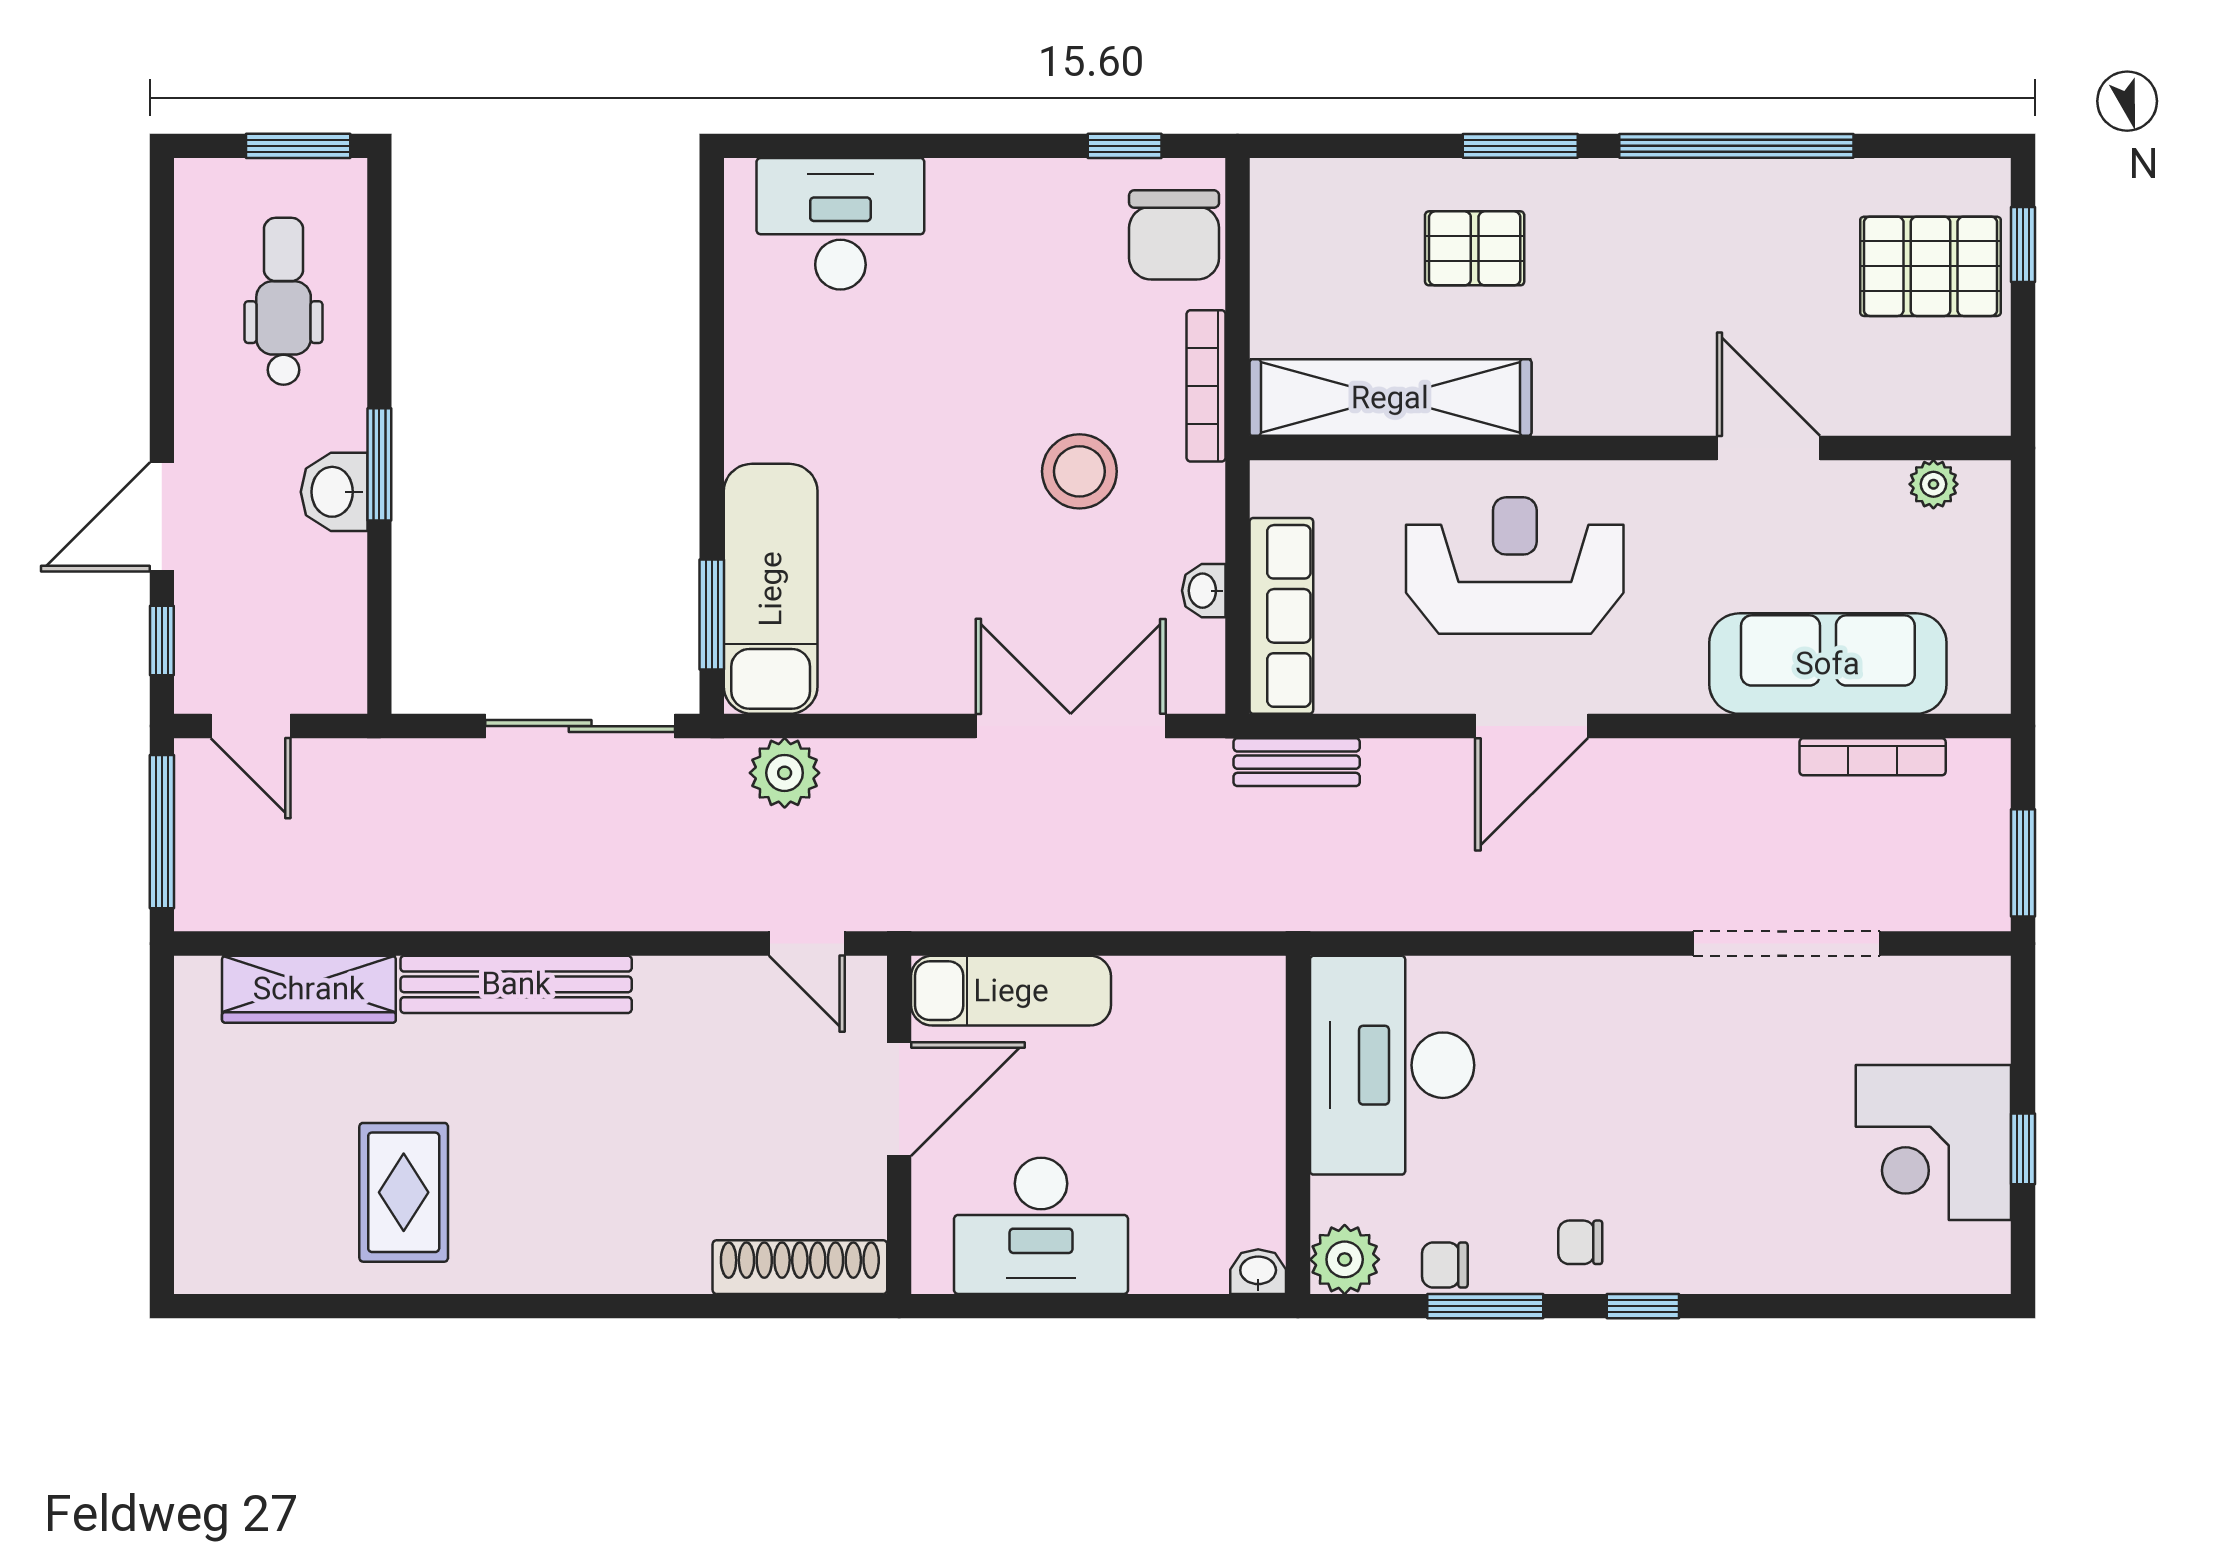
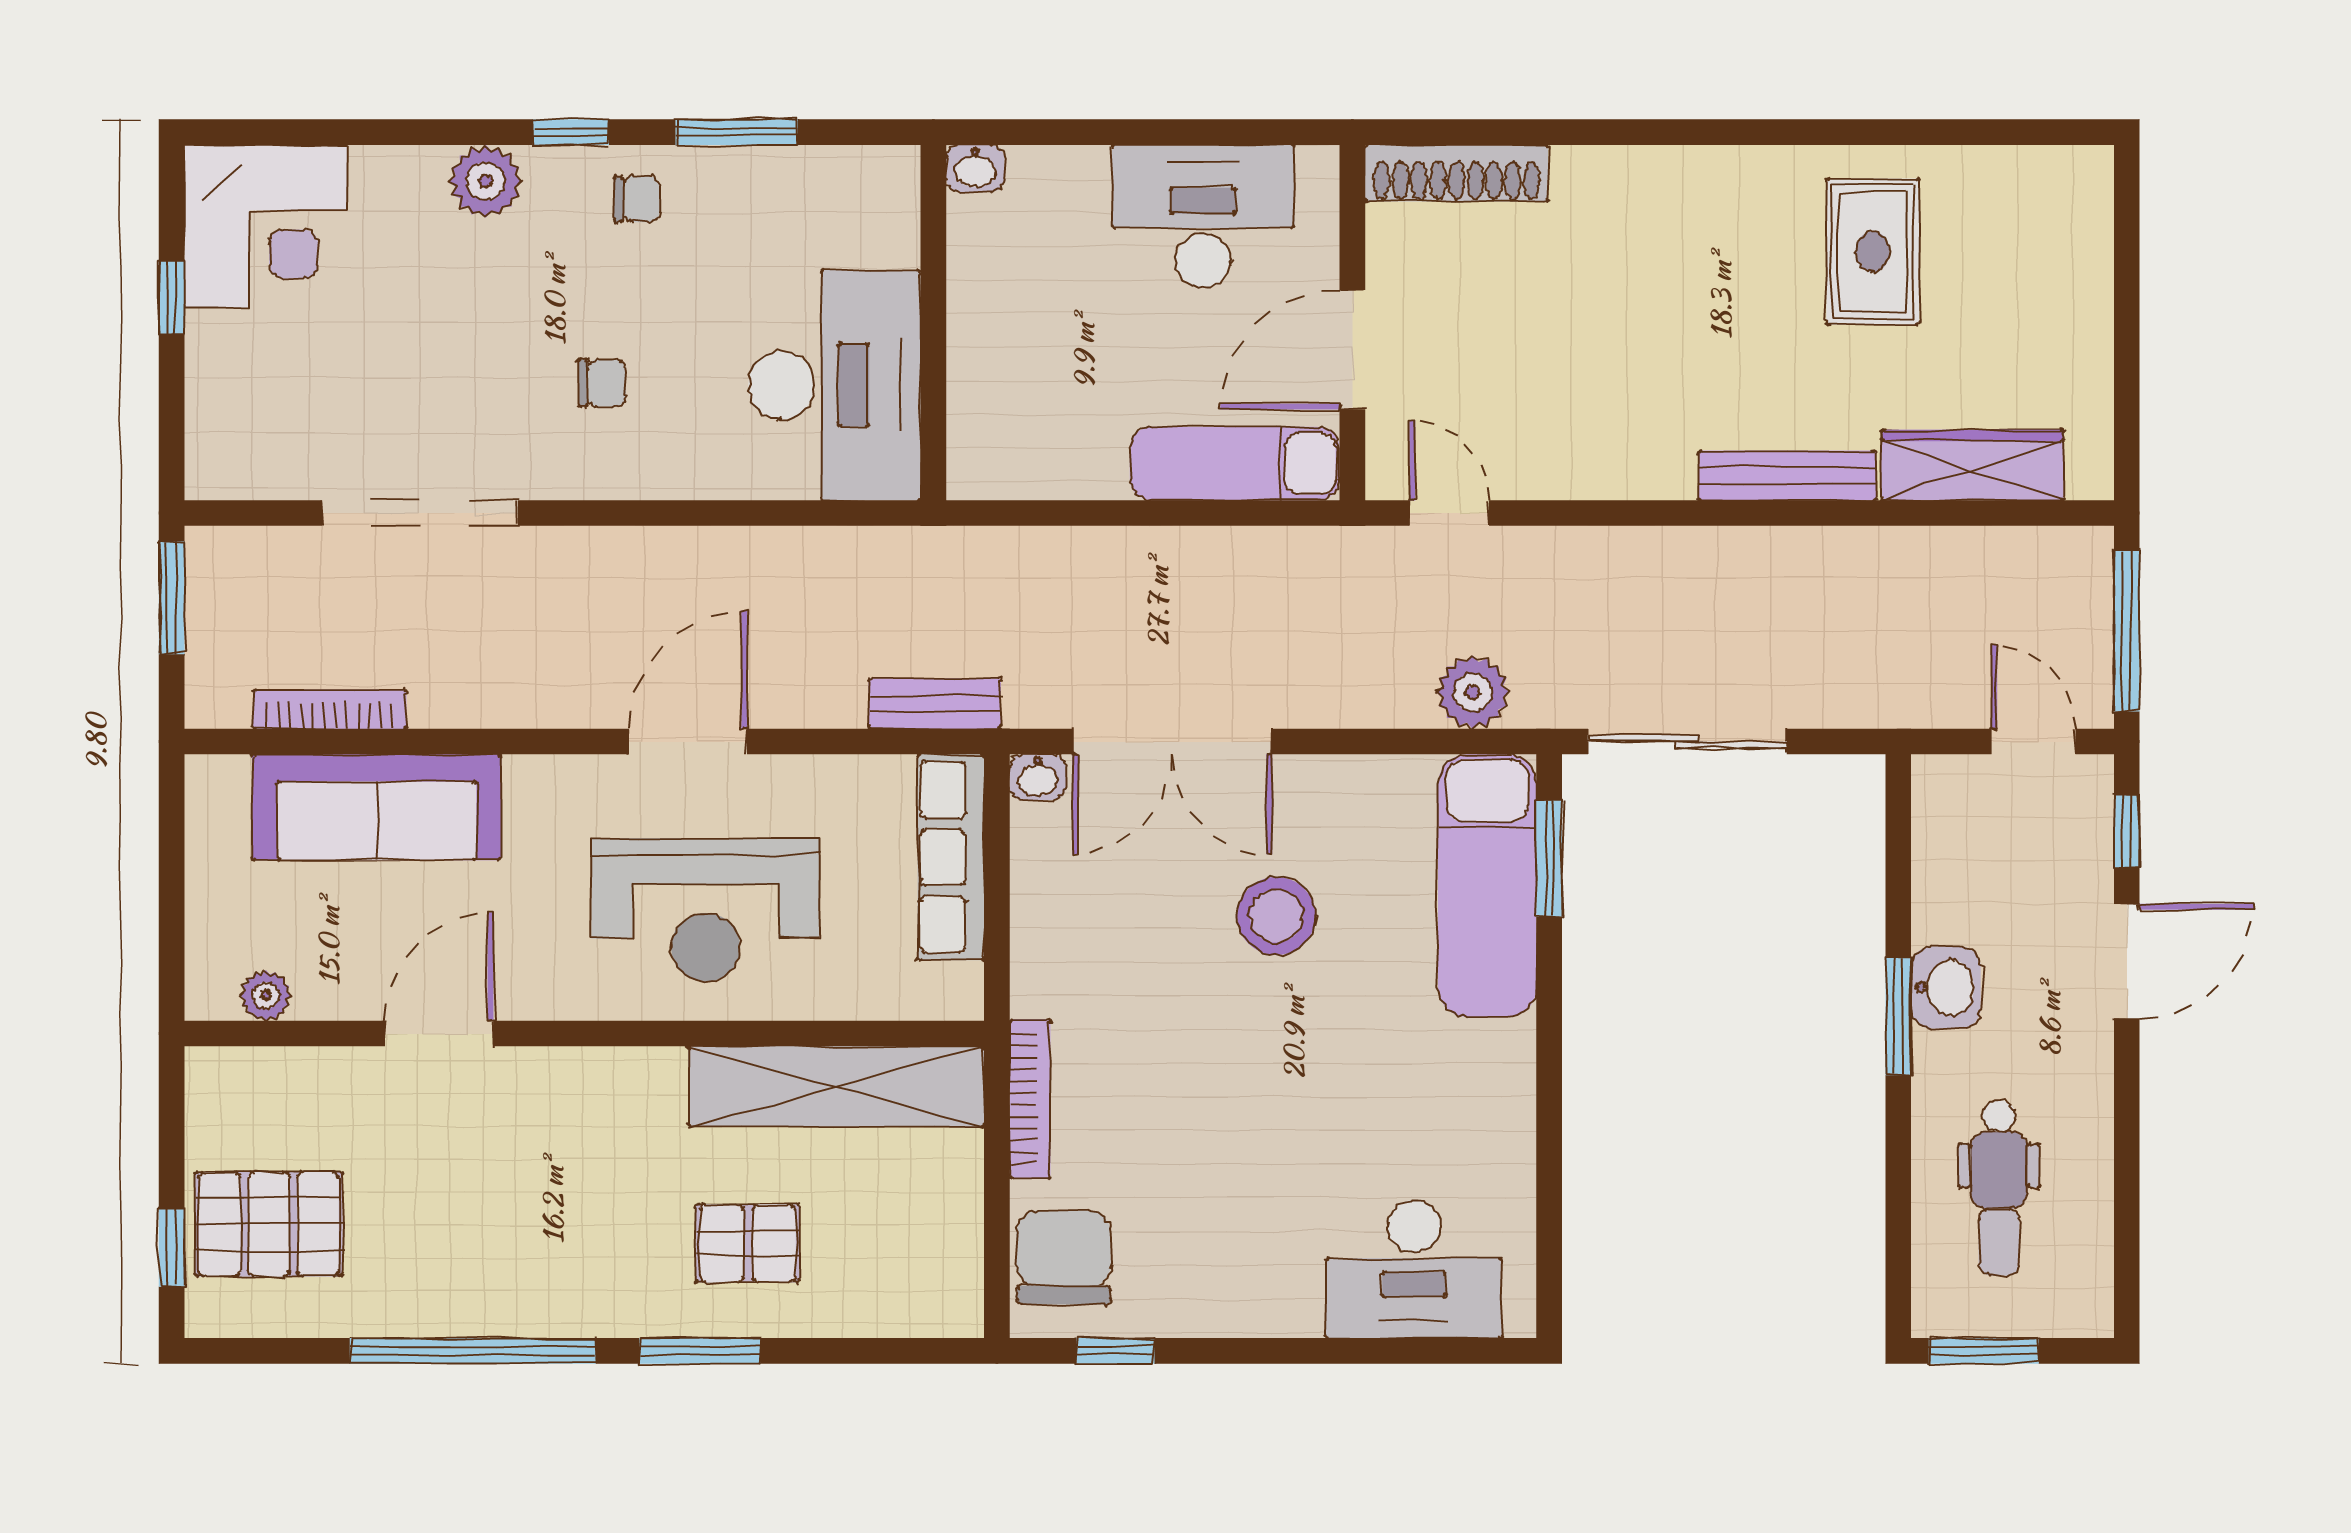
door: (1768, 448) -> (439, 1034), swing flipped
stool: (1079, 471) -> (1276, 916), moved
washbasin: (1204, 591) -> (1038, 777), moved, turned 90
bench: (516, 984) -> (1787, 475), width x0.73, depth x0.82
corner desk: (1933, 1142) -> (266, 226), moved, turned 90
plant: (1345, 1259) -> (486, 181), moved
chair: (1445, 1265) -> (602, 383), moved

